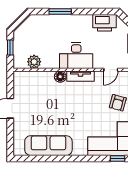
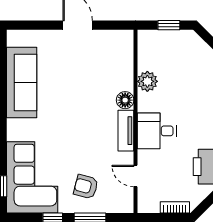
desk: (76, 56) -> (157, 131), width x0.73
plant: (34, 62) -> (147, 81), moved

